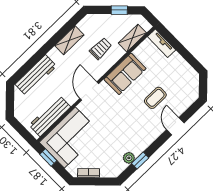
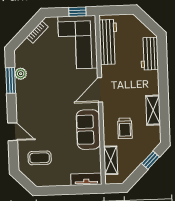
window: (119, 10) -> (150, 160), moved
workbench: (36, 75) -> (149, 54), width x0.73
door: (89, 91) -> (100, 90), swing flipped
coffee table: (155, 98) -> (40, 158), moved, turned 90
window: (140, 161) -> (11, 80), width x1.50

